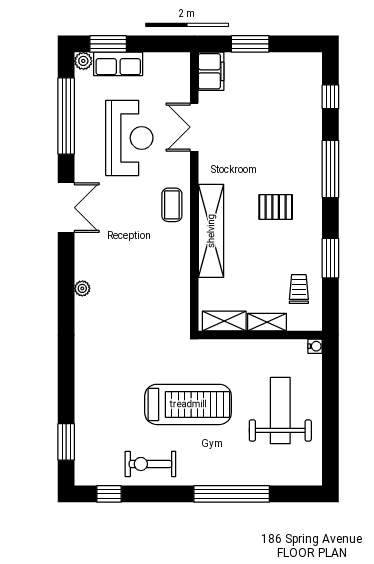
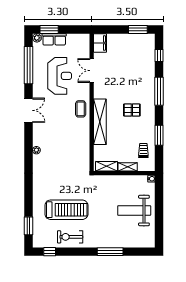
window: (250, 44) -> (138, 29), moved
treadmill: (188, 404) -> (66, 210), moved
weight bench: (280, 411) -> (134, 211), turned -90
window: (232, 494) -> (110, 252), width x0.68

